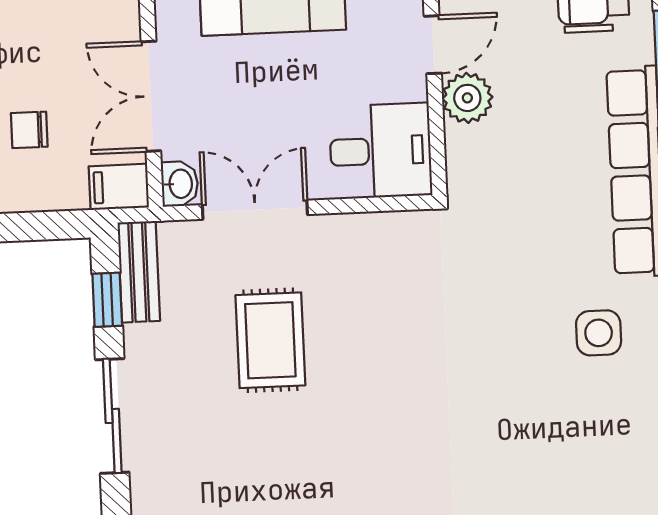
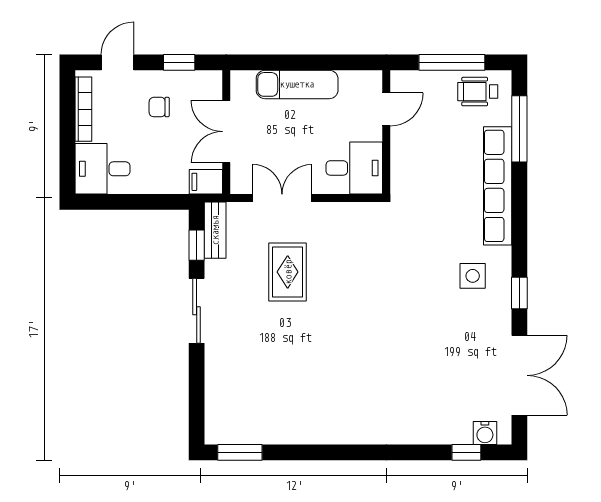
plant: (467, 98) -> (404, 140), removed
chair: (29, 130) -> (159, 107), moved
washbasin: (180, 184) -> (240, 182), removed

